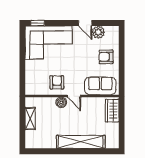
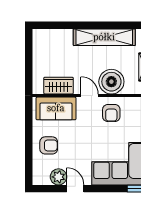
boiler: (61, 102) -> (111, 82), width x1.86, depth x1.86
wardrobe: (112, 111) -> (59, 86), moved, turned -90
shelving: (81, 142) -> (104, 37), moved

